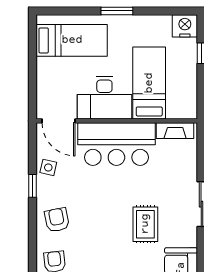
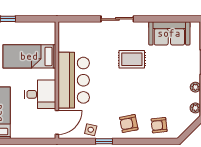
desk: (104, 98) -> (40, 94), width x0.73
fireplace: (175, 131) -> (64, 38), removed

